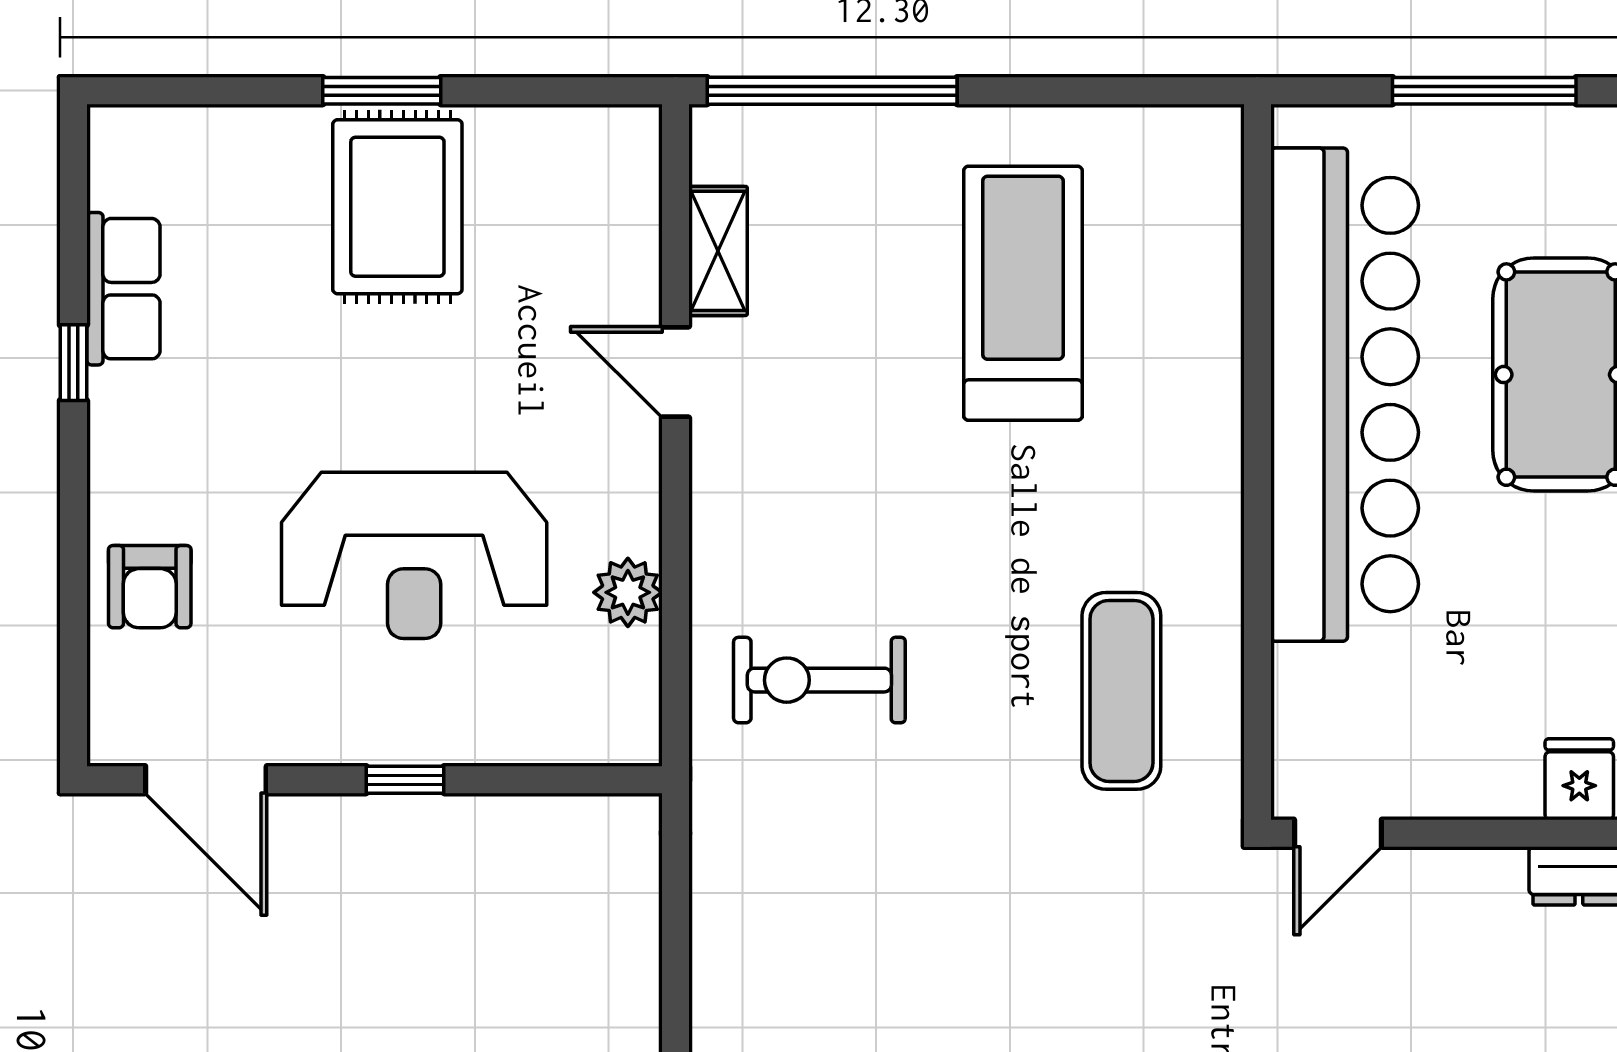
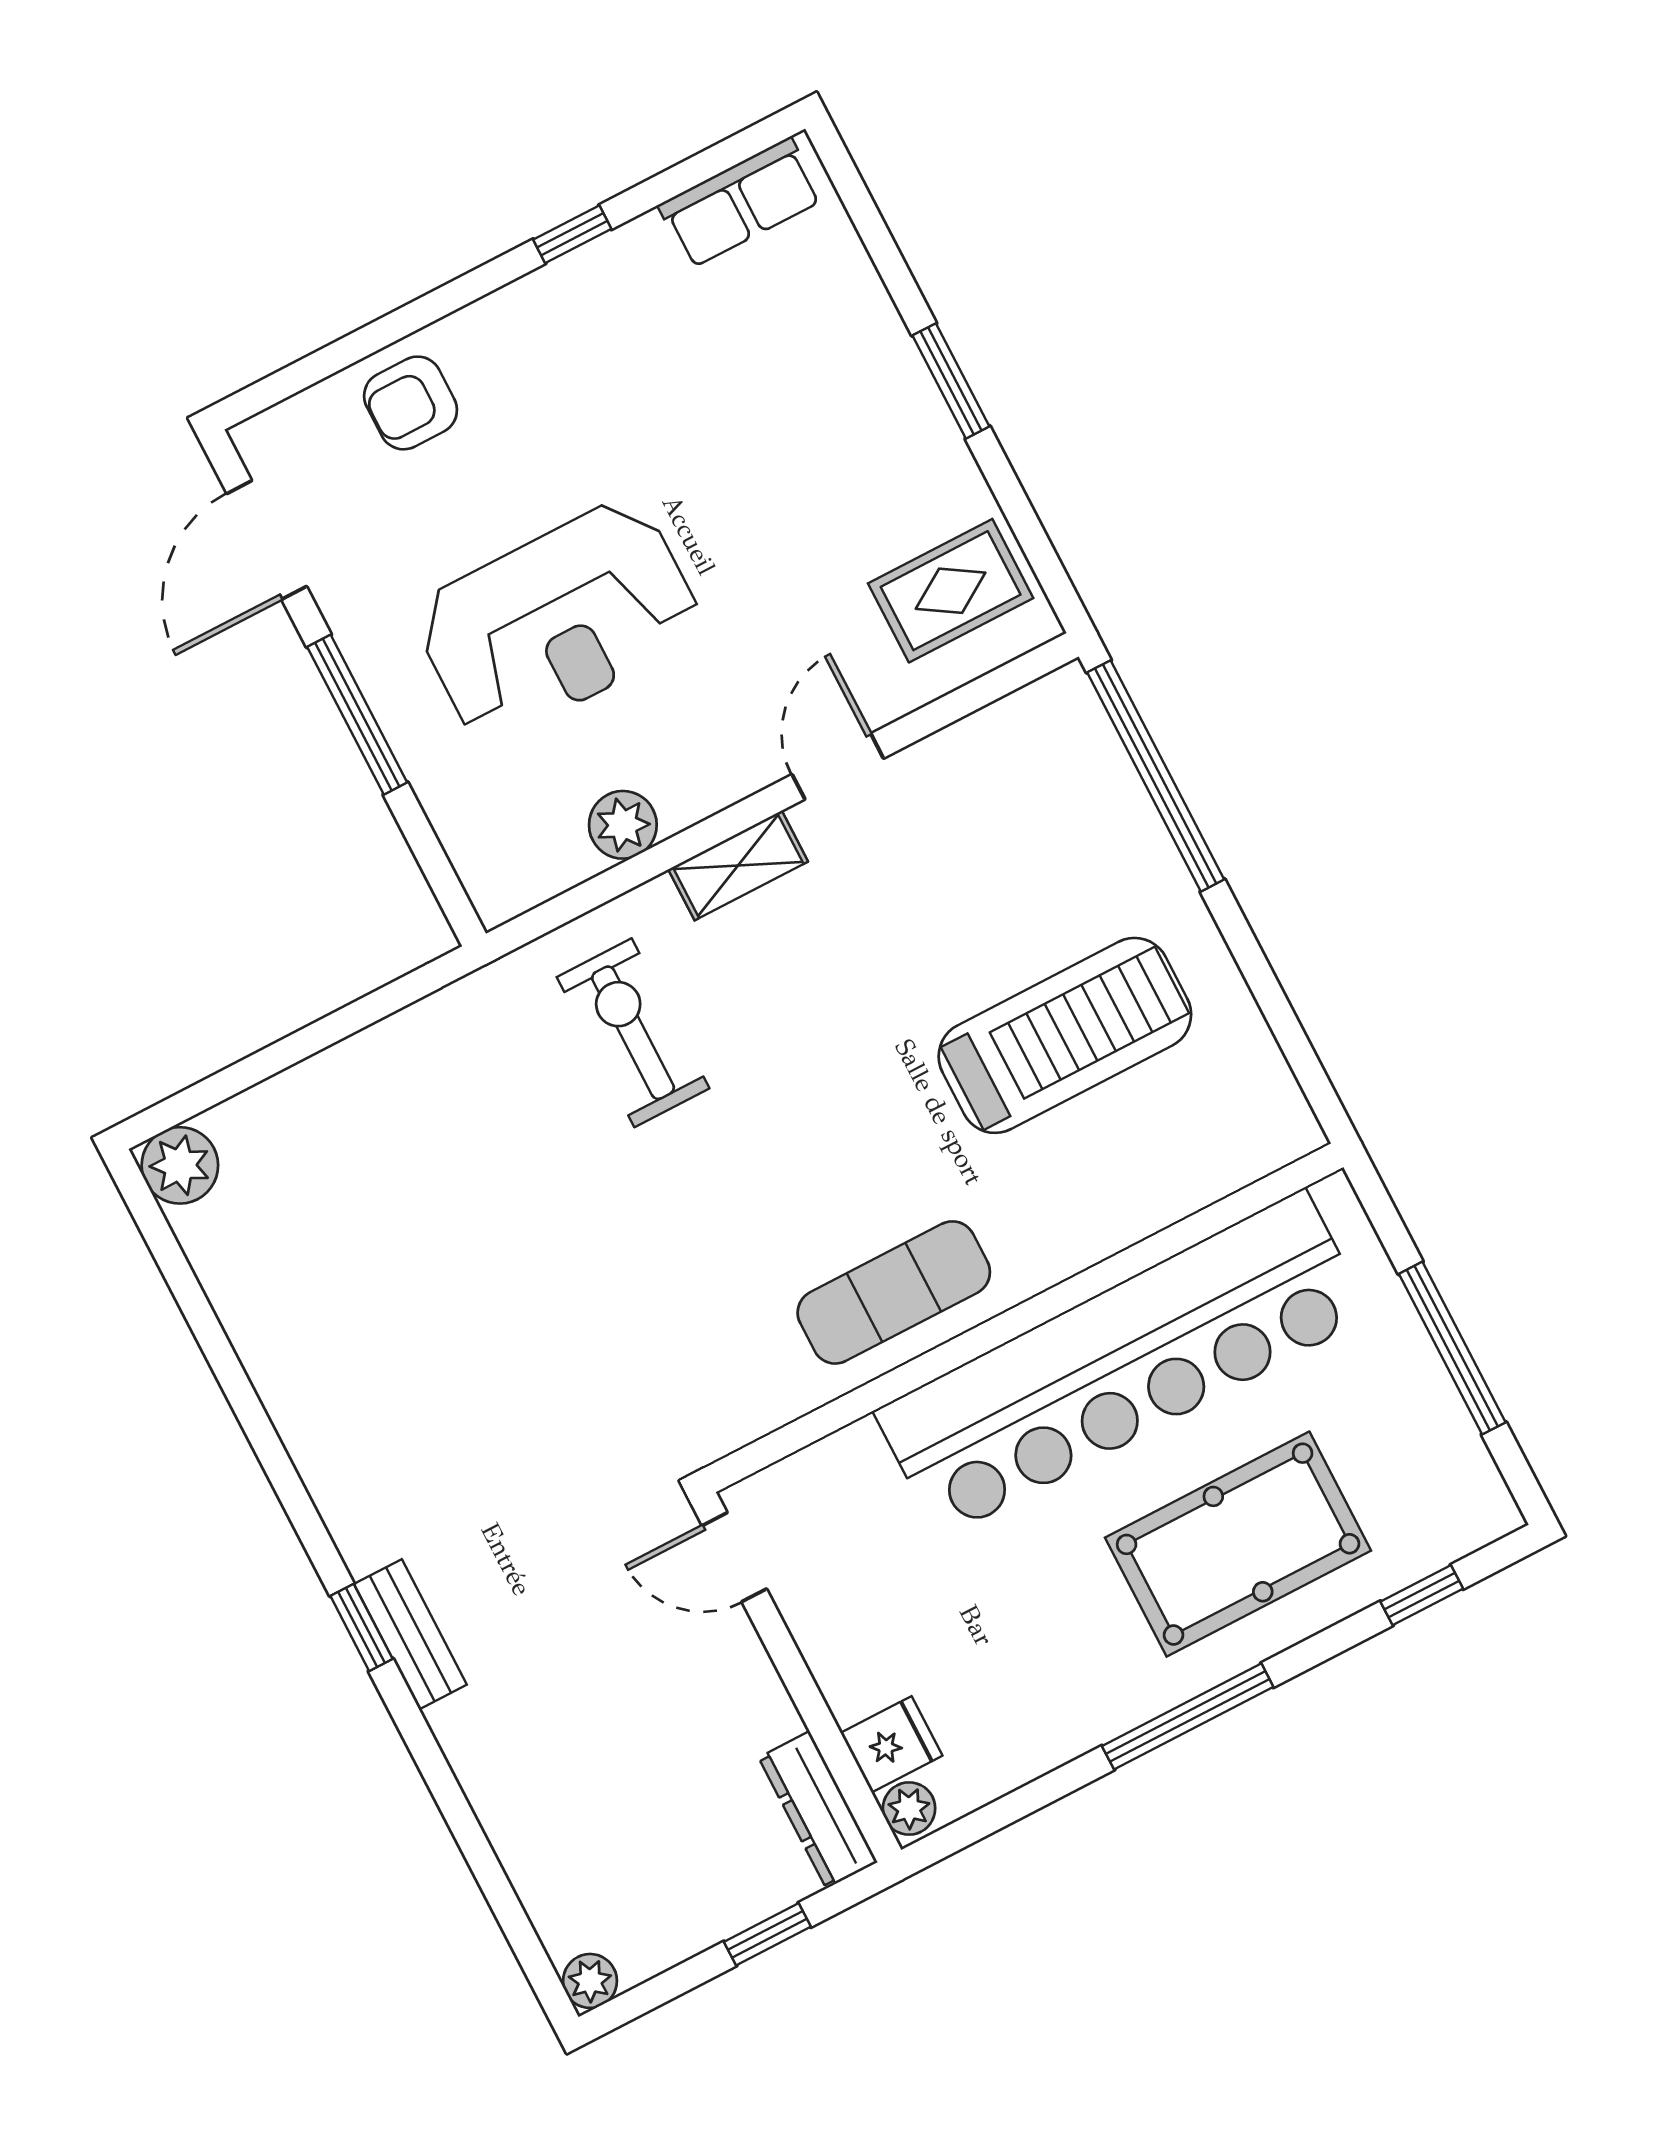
rug: (397, 207) -> (951, 591), moved, width x0.73, depth x0.70
shelving: (718, 251) -> (738, 865), moved
row of seats: (123, 289) -> (740, 203), moved
reception desk: (414, 555) -> (558, 621), turned -90
exercise mat: (1121, 691) -> (894, 1292), moved
window: (405, 780) -> (357, 715), width x2.17

